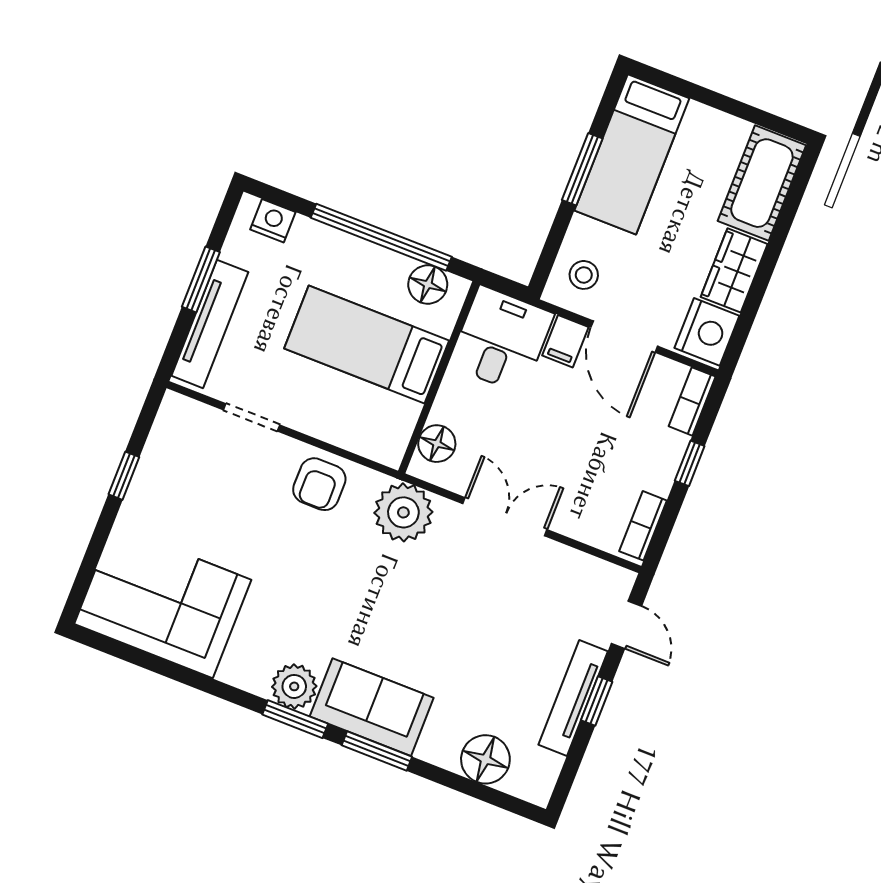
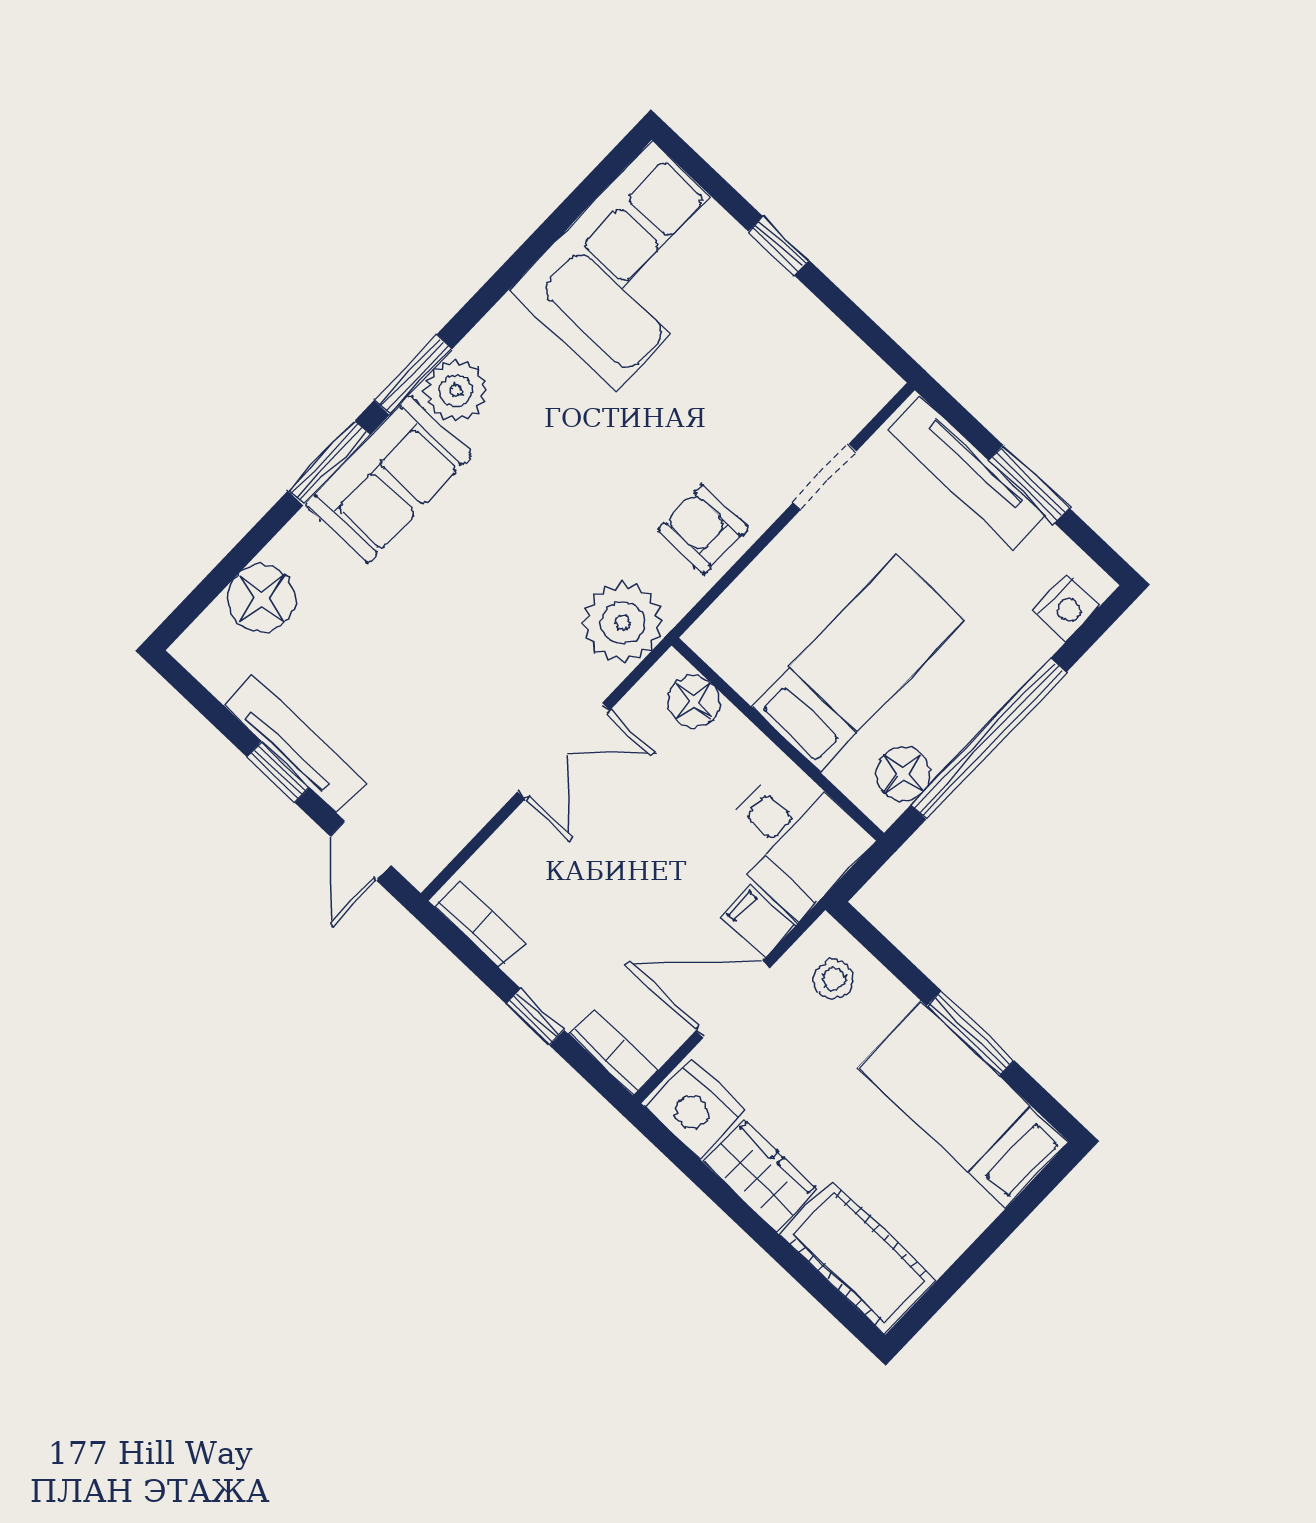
window: (124, 476) -> (779, 246), moved
door: (626, 625) -> (361, 851), hinge flipped

